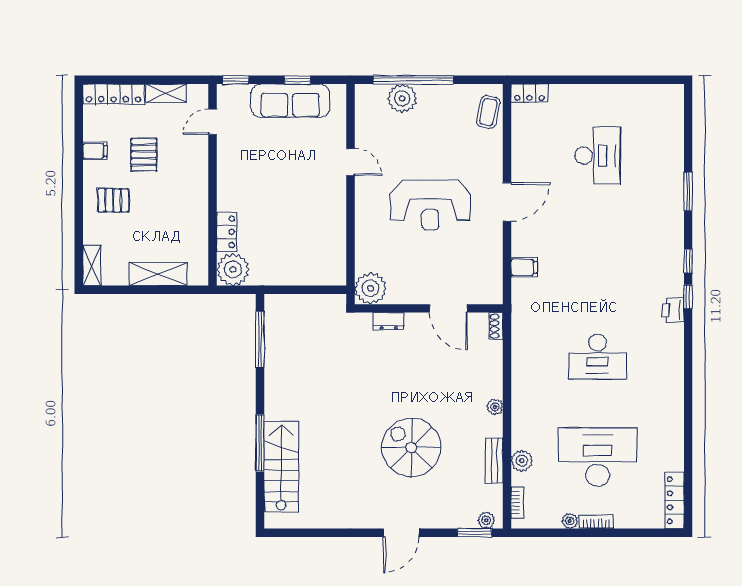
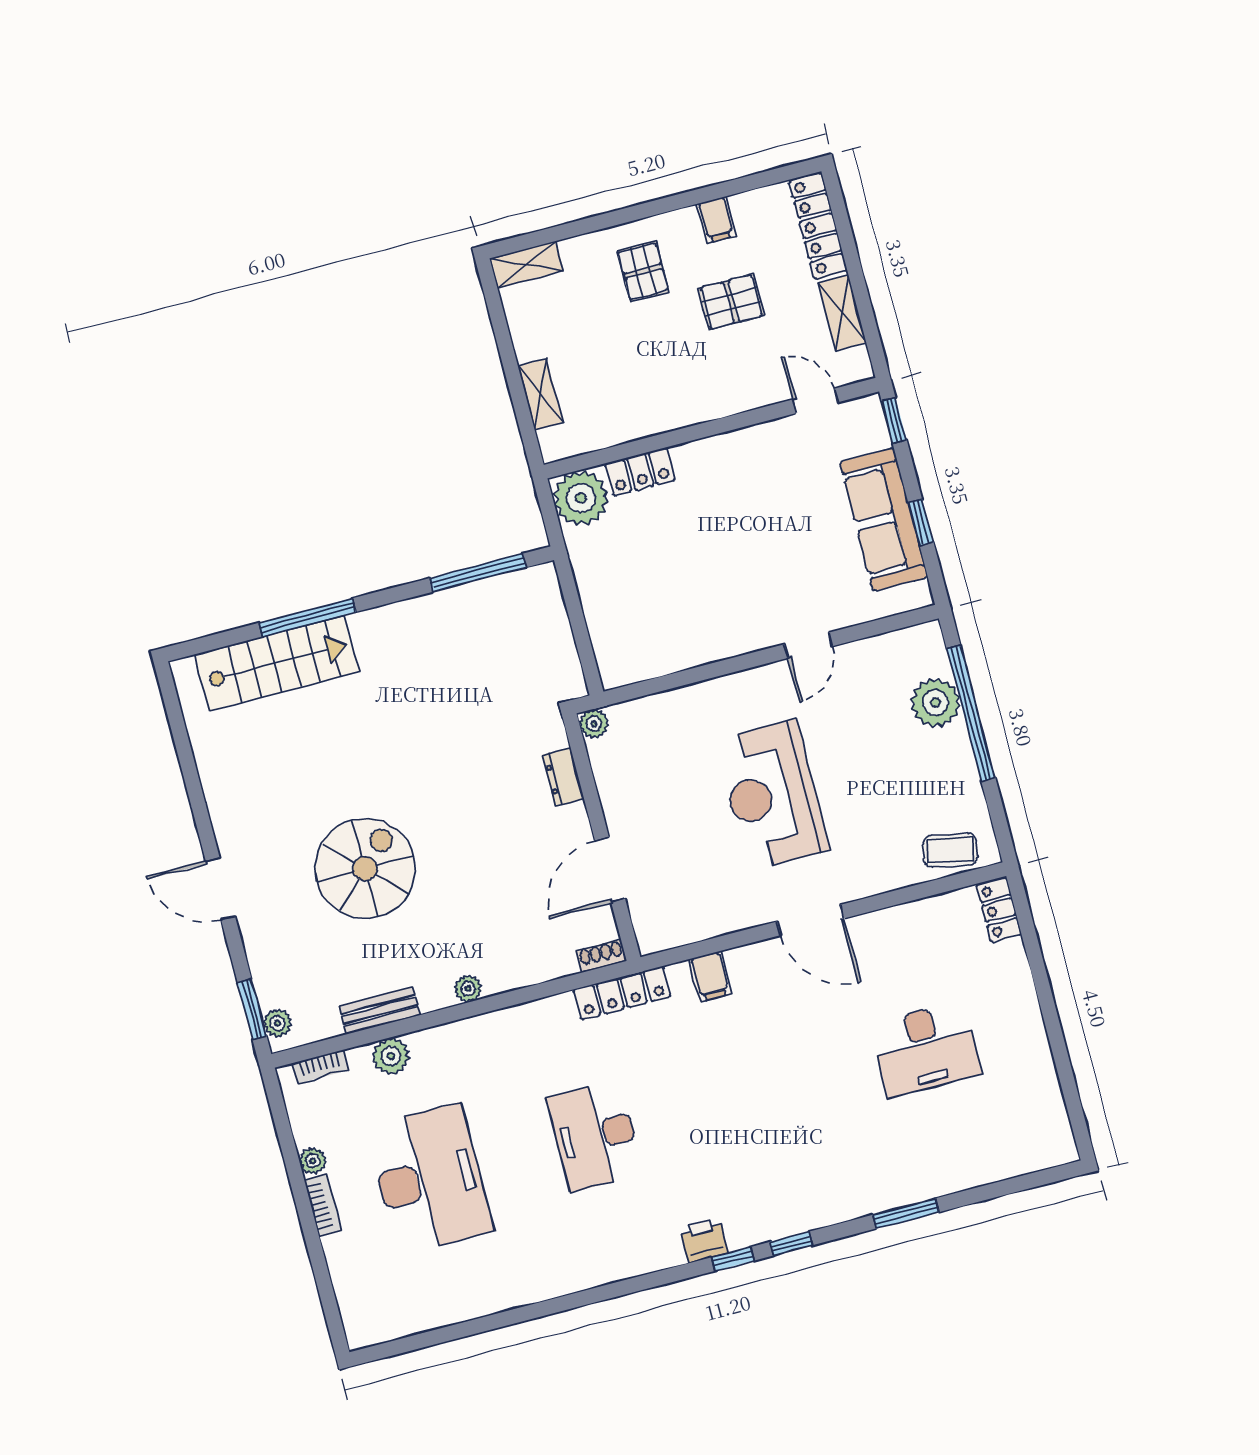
shelving: (158, 274) -> (540, 394), width x0.67, depth x0.75
plant: (371, 288) -> (594, 724), width x0.53, depth x0.53
locker: (675, 500) -> (622, 993), moved, turned 180

